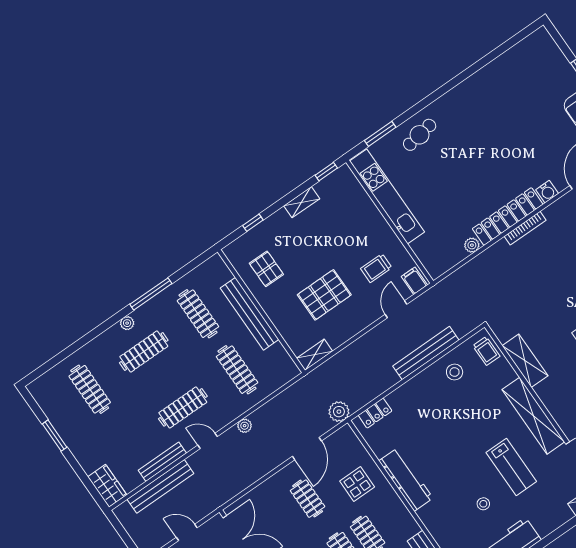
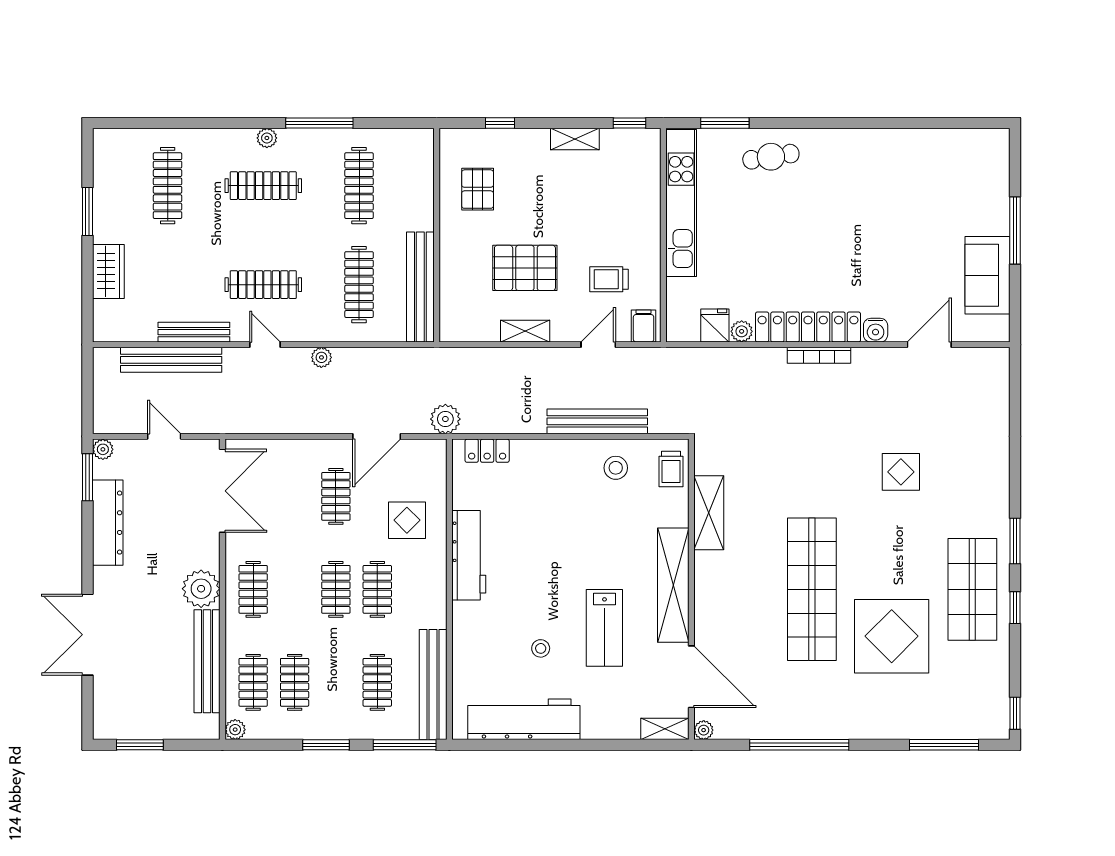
fridge: (454, 252) -> (715, 326), added
bench: (250, 314) -> (420, 287), moved
shelving: (315, 355) -> (525, 331), moved
wardrobe: (107, 486) -> (108, 271), moved

